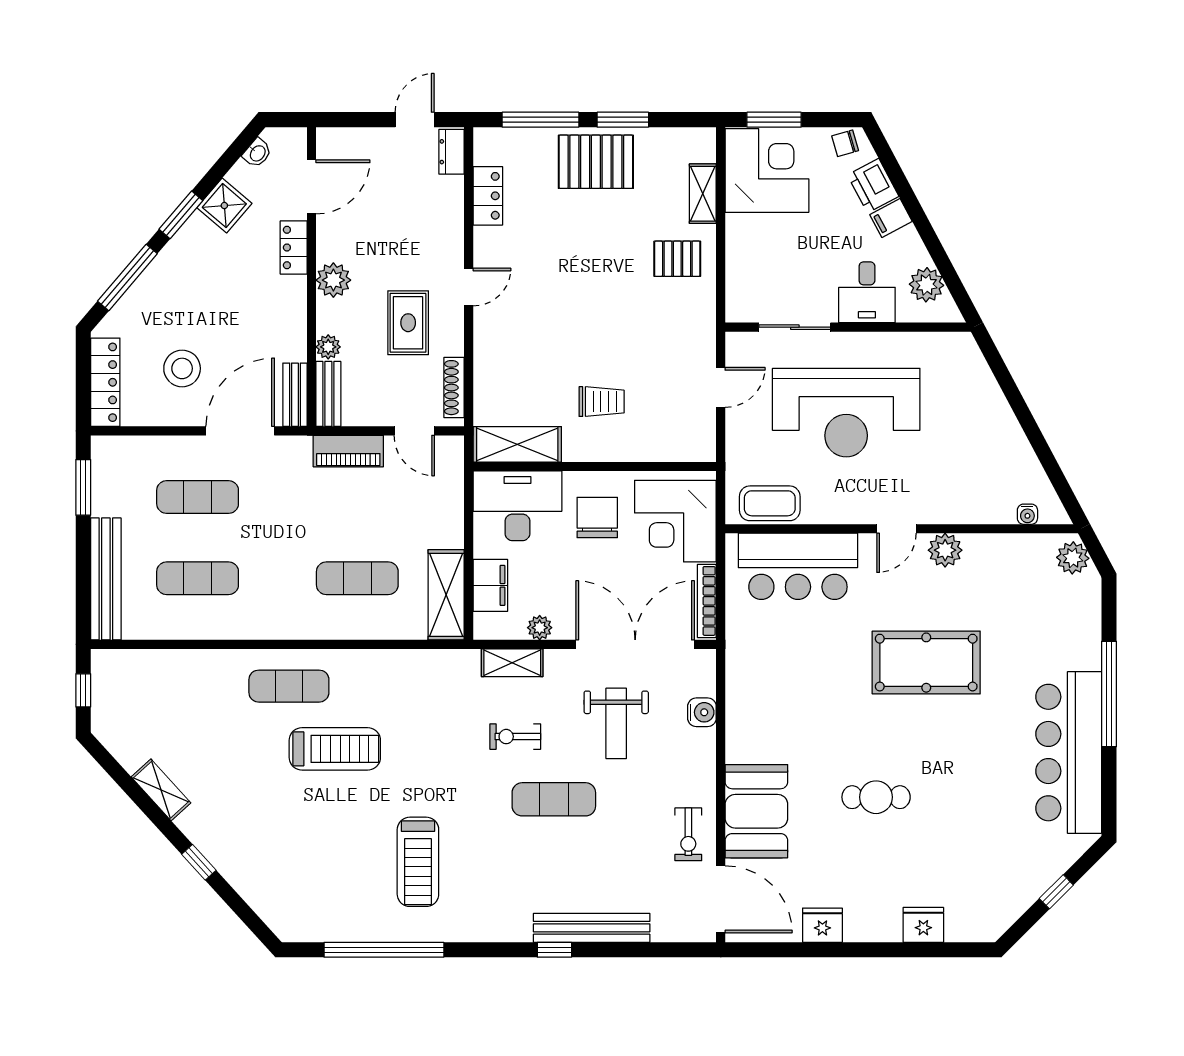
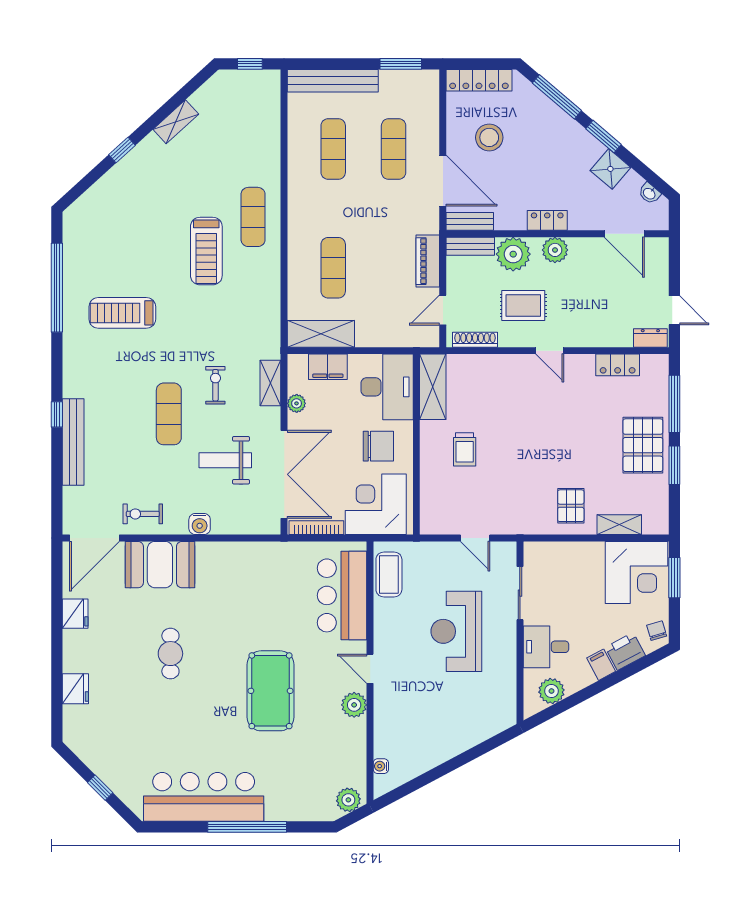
locker: (294, 248) -> (547, 220), moved
plant: (328, 347) -> (513, 254), width x1.87, depth x1.87
reception desk: (846, 413) -> (456, 631), width x0.74, depth x0.77
water cooler: (702, 712) -> (200, 524), moved

